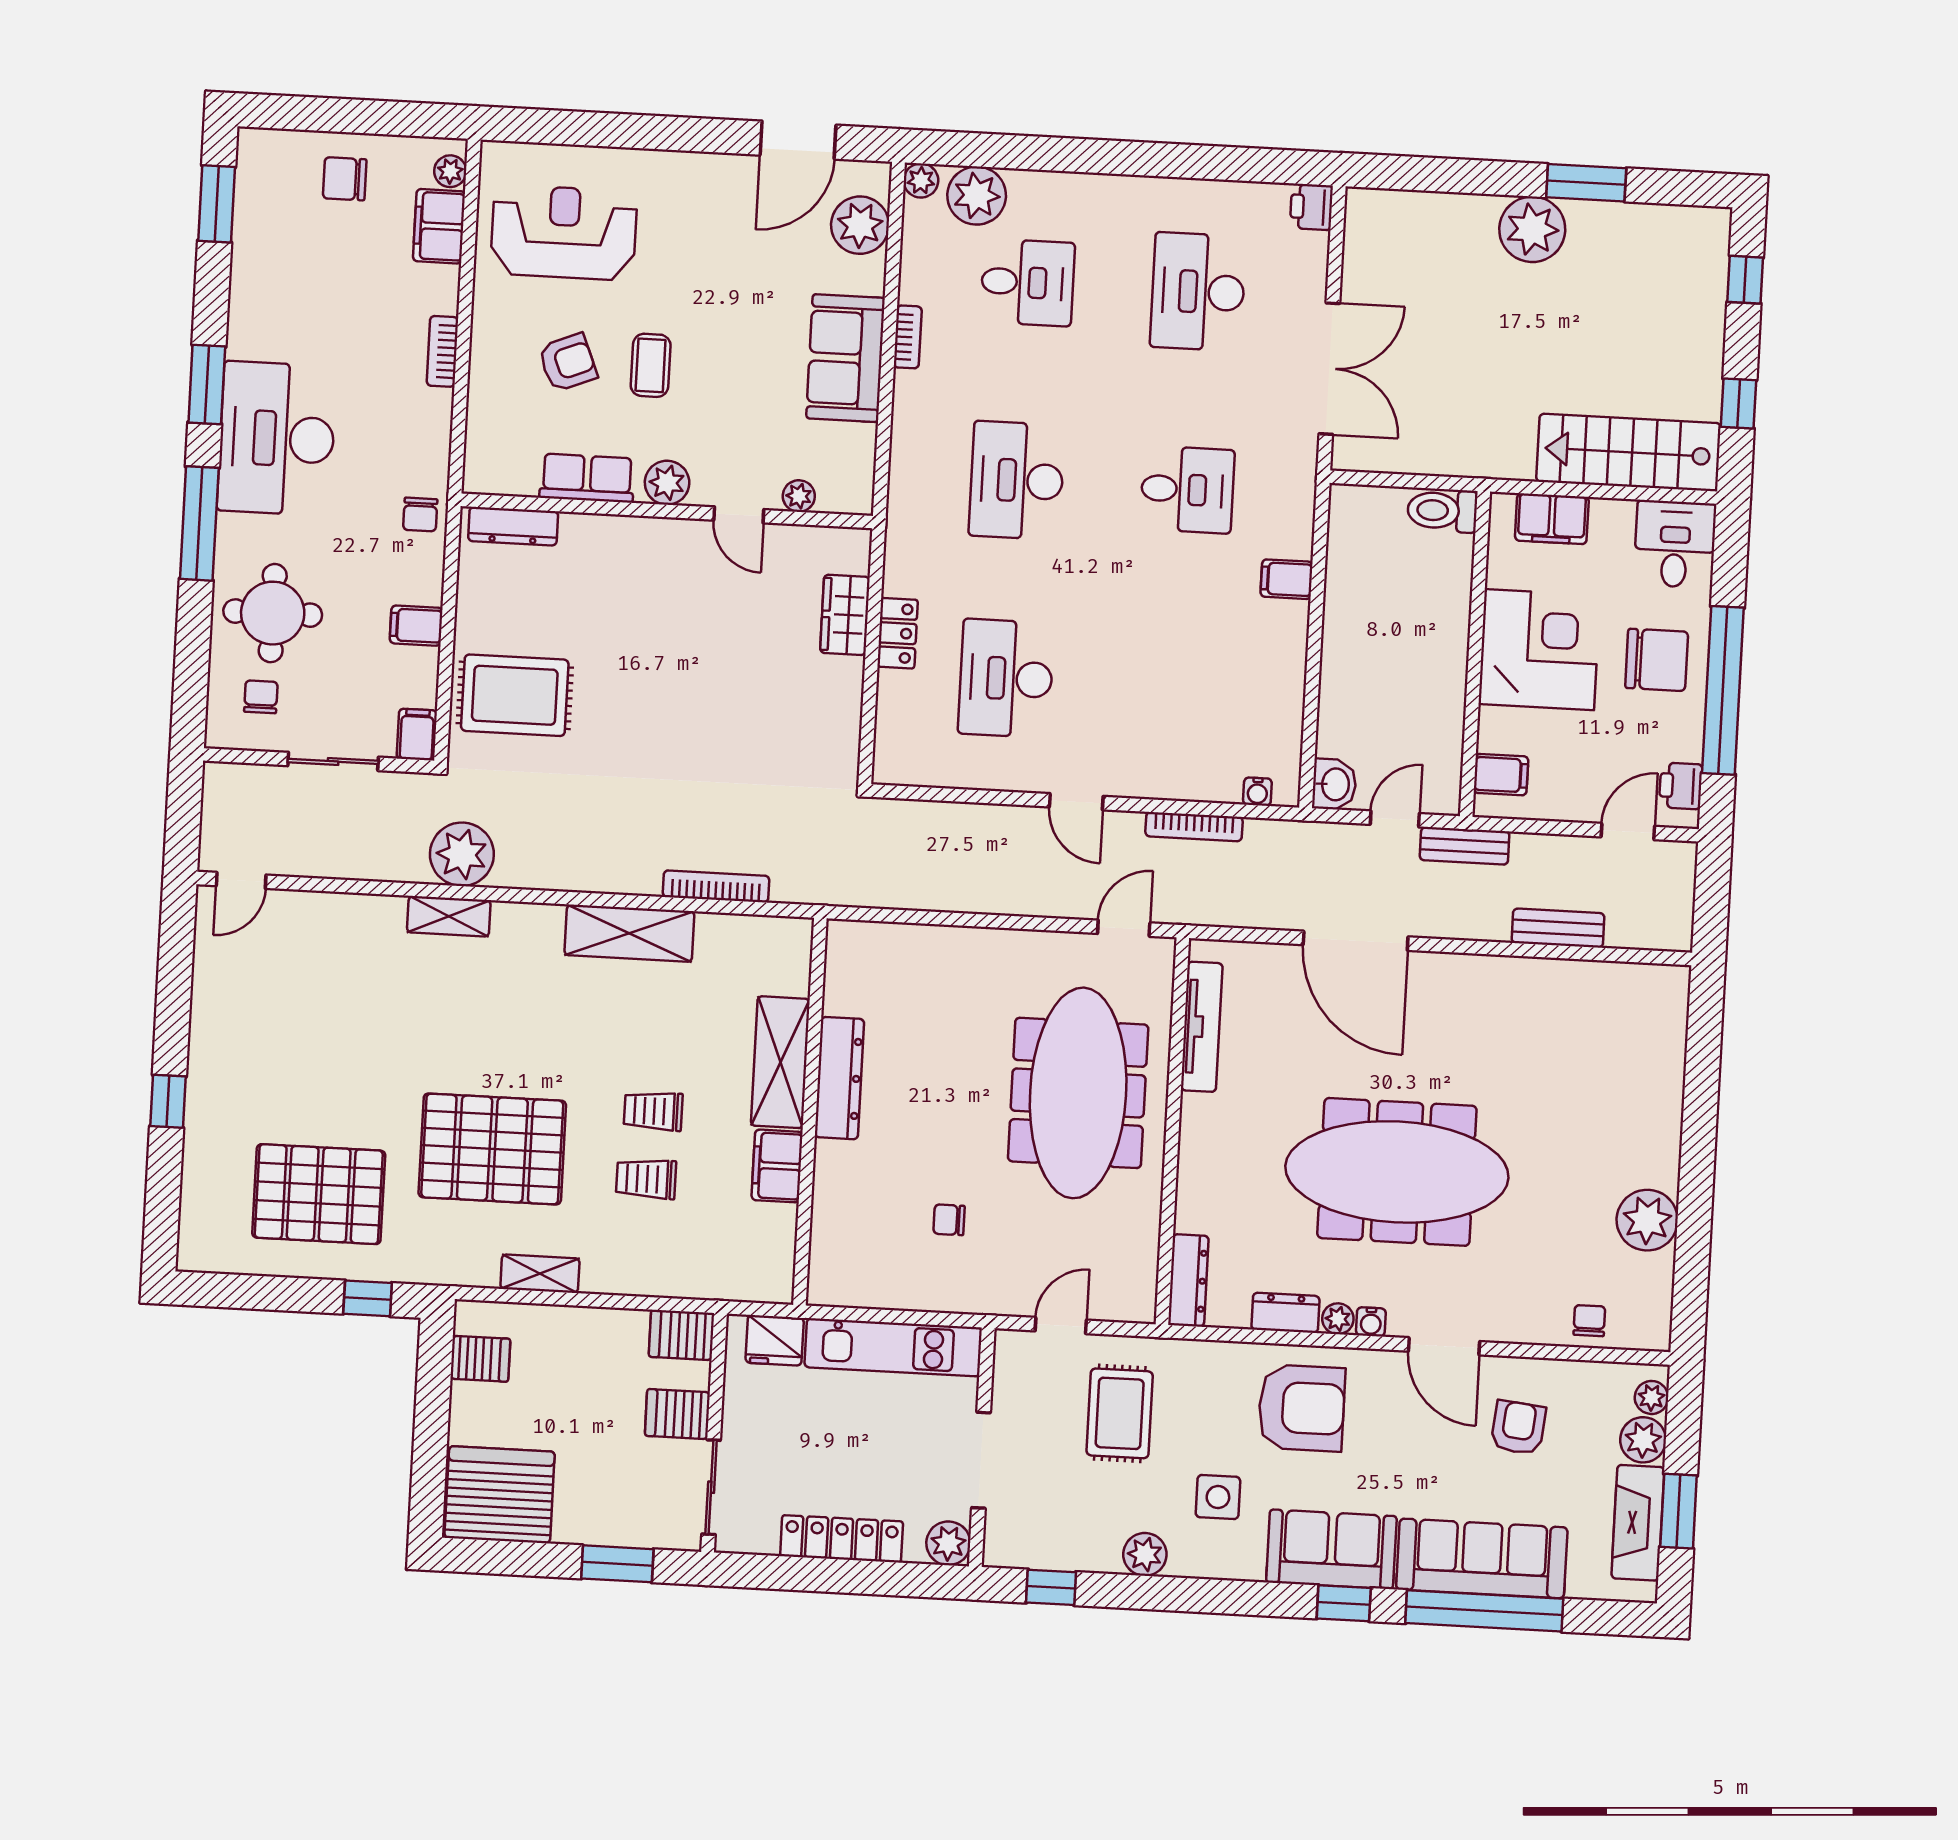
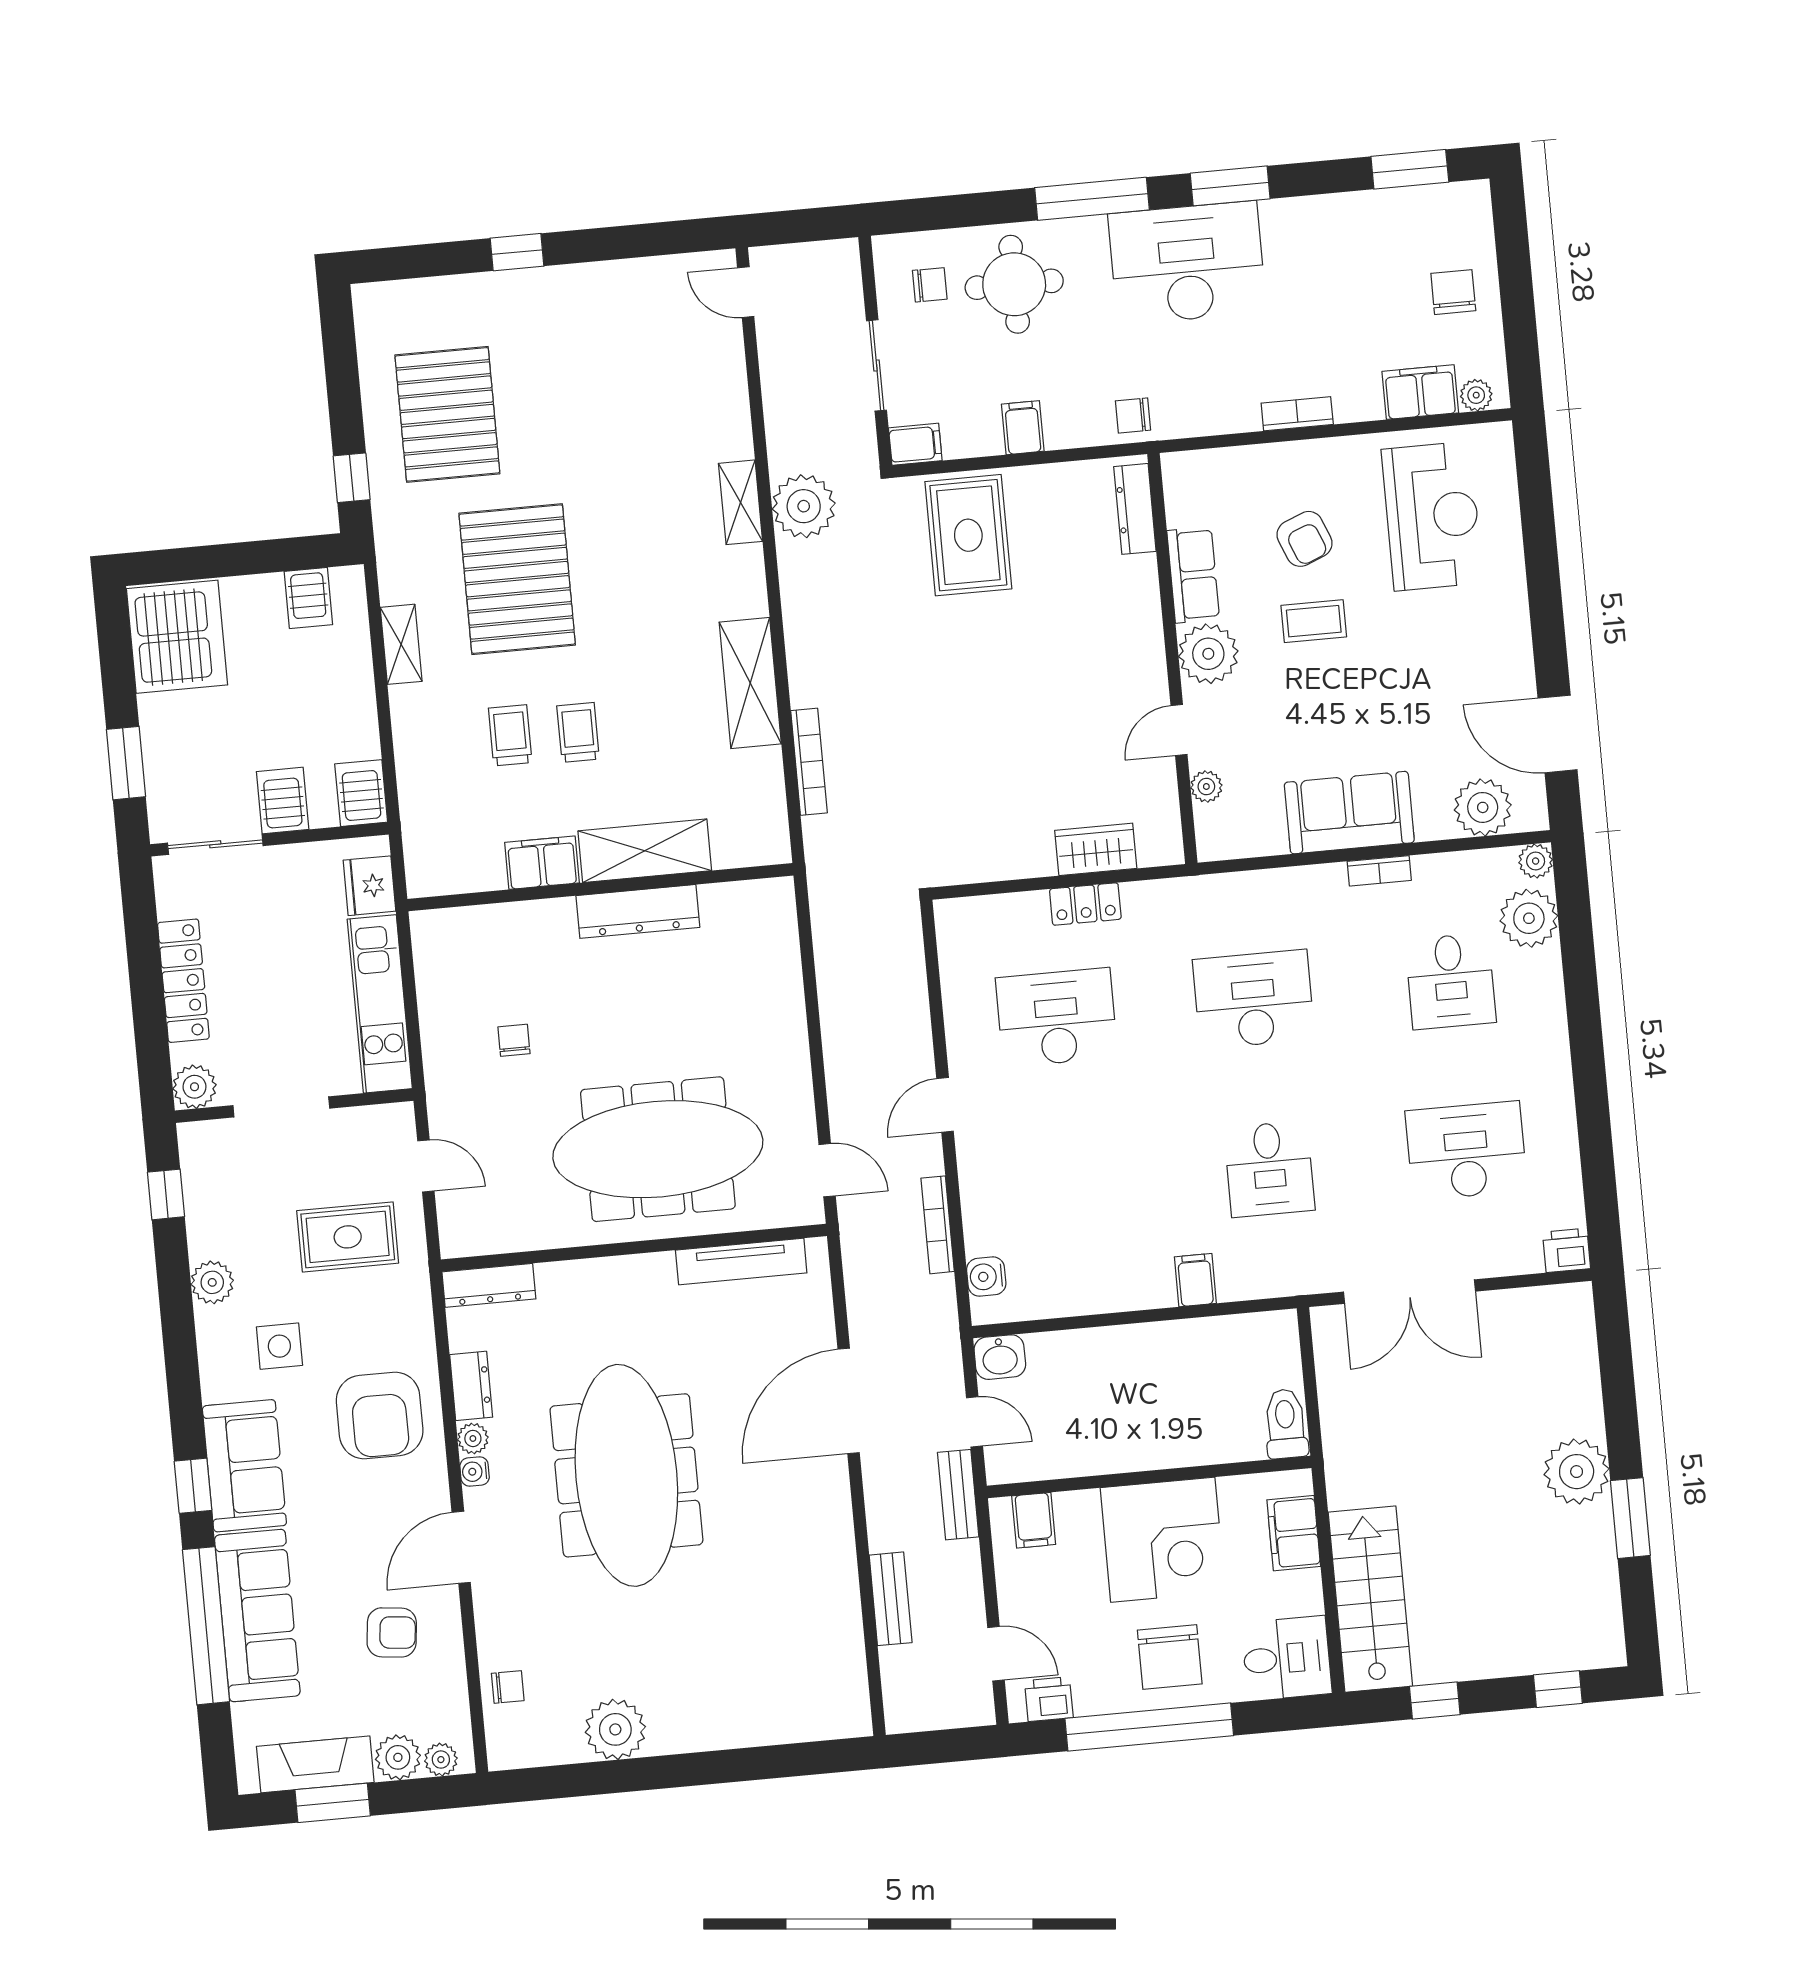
plant: (667, 483) -> (1208, 654), width x1.36, depth x1.36
water cooler: (1257, 792) -> (986, 1277), width x1.38, depth x1.38

